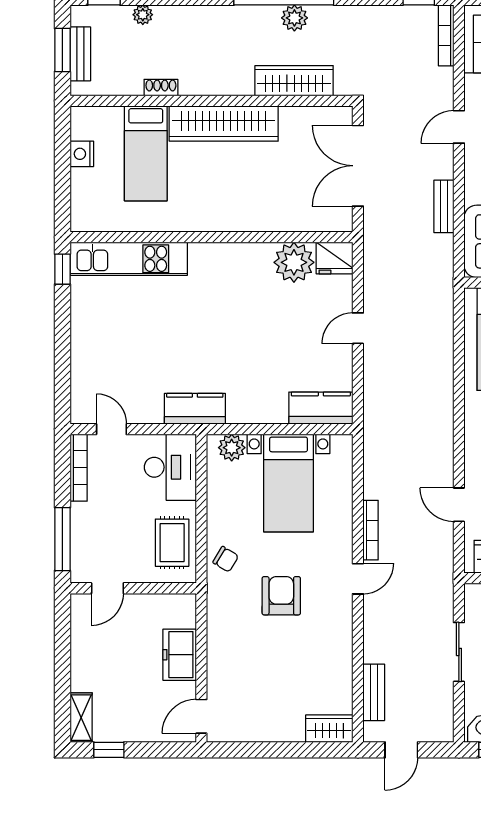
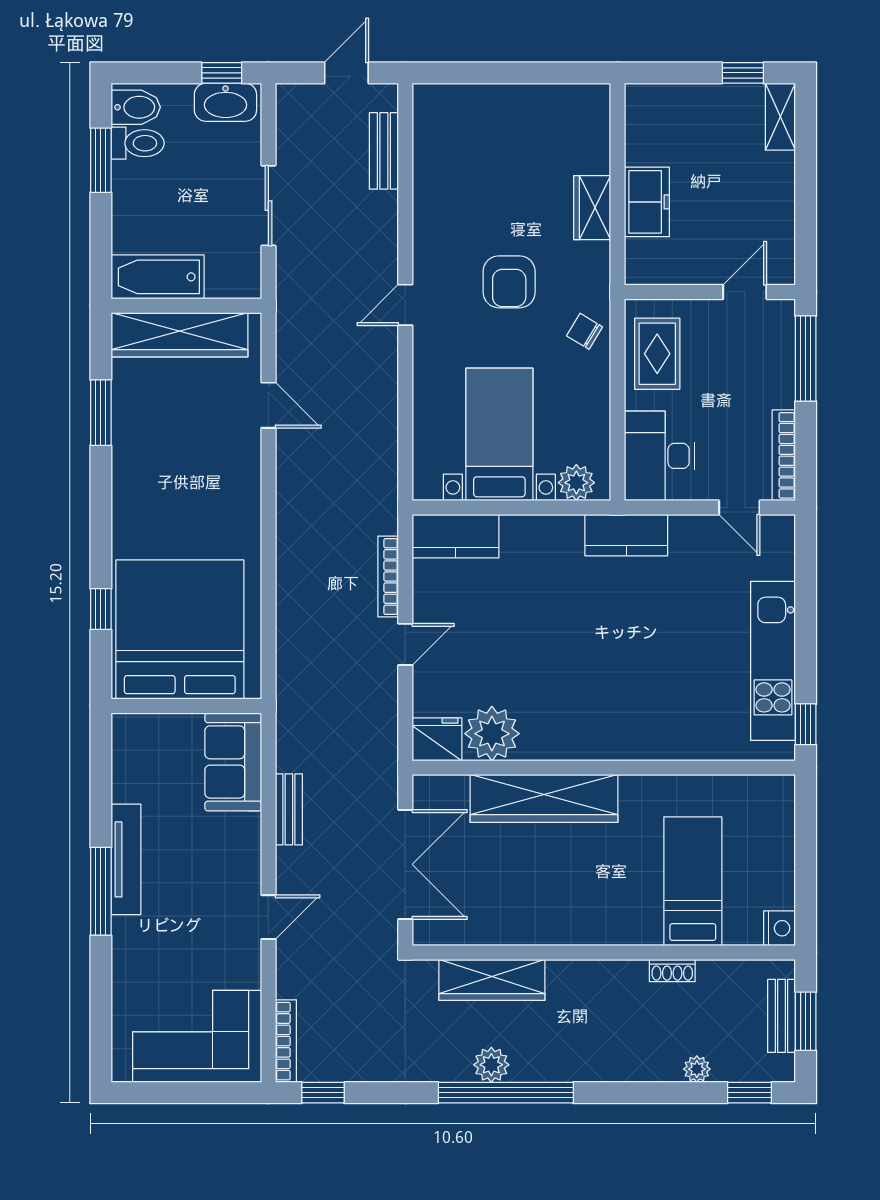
wardrobe: (224, 124) -> (544, 798), moved, turned 180
nightstand: (82, 154) -> (779, 928), moved
kitchen unit: (129, 259) -> (773, 661), moved, turned -90
bookcase: (371, 530) -> (388, 577), moved
door: (201, 716) -> (617, 118), removed
wardrobe: (329, 729) -> (592, 208), moved, turned 90

